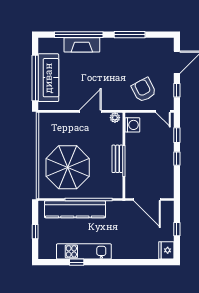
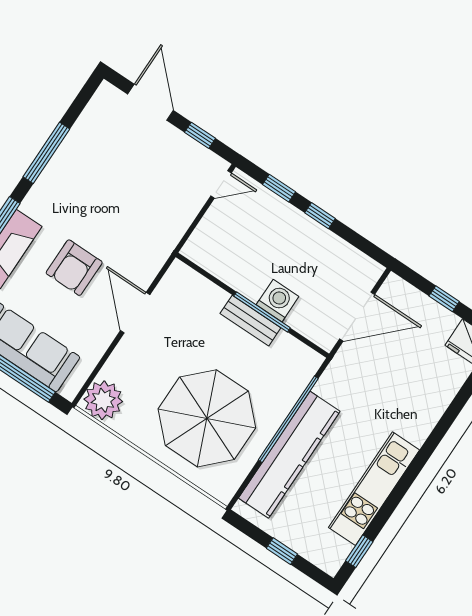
armchair: (144, 90) -> (74, 268), moved, turned -62
plant: (115, 118) -> (103, 400), moved, width x1.88, depth x1.88
washing machine: (132, 125) -> (278, 301), moved
window: (77, 262) -> (359, 551), moved

